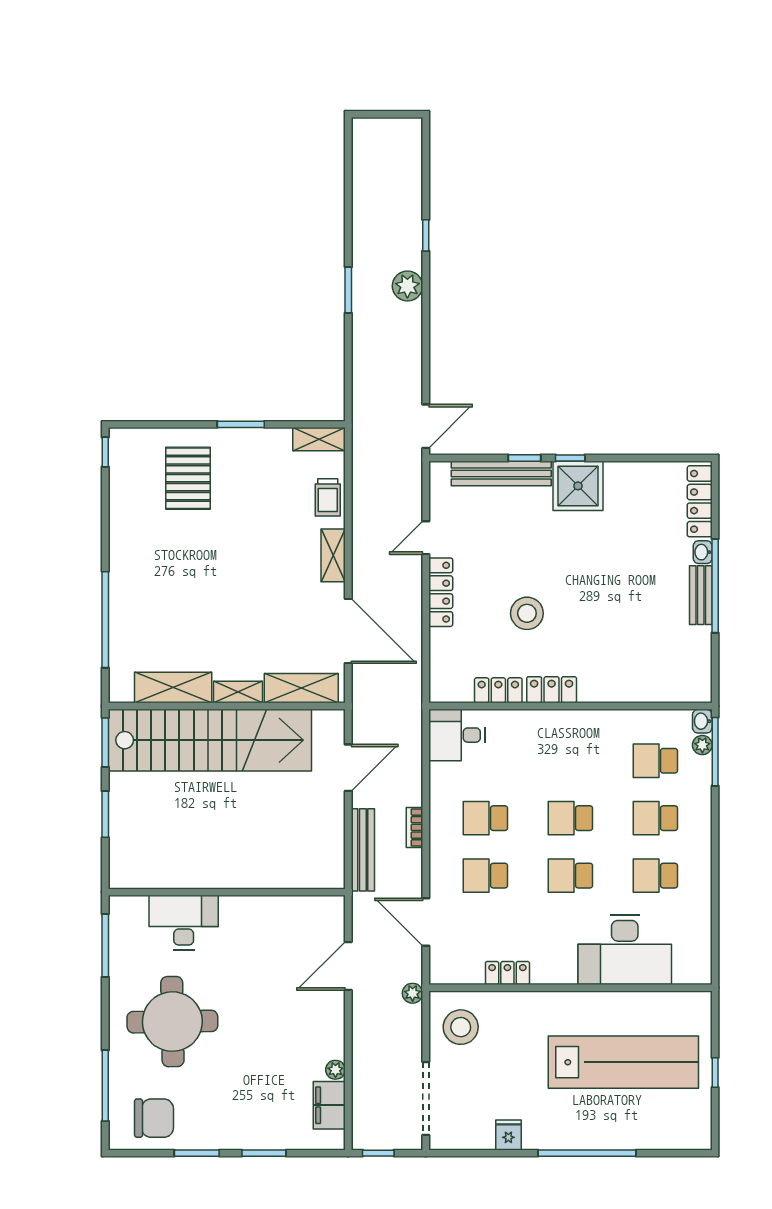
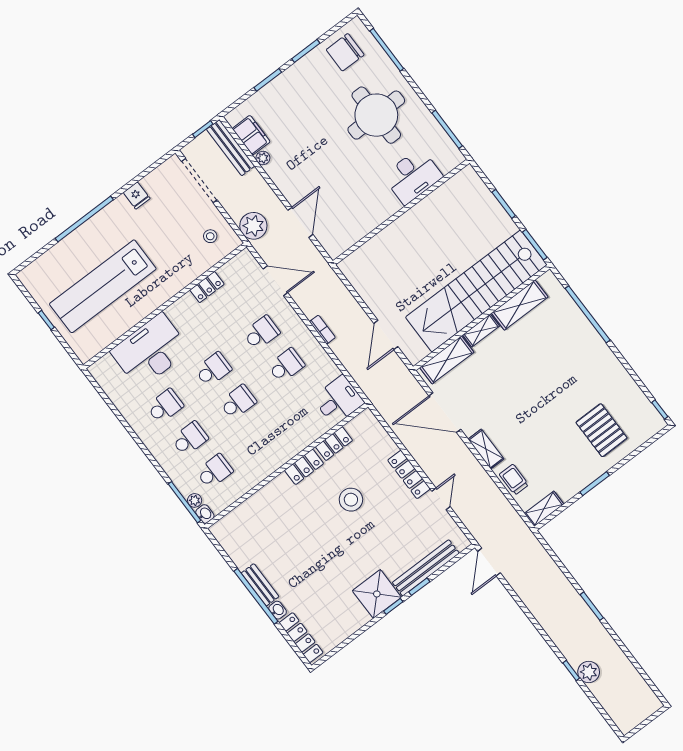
plant: (407, 286) -> (589, 672), moved
bench: (363, 850) -> (231, 148), moved
plant: (413, 993) -> (253, 226), width x1.88, depth x1.88
stool: (461, 1027) -> (210, 236), width x0.53, depth x0.53

